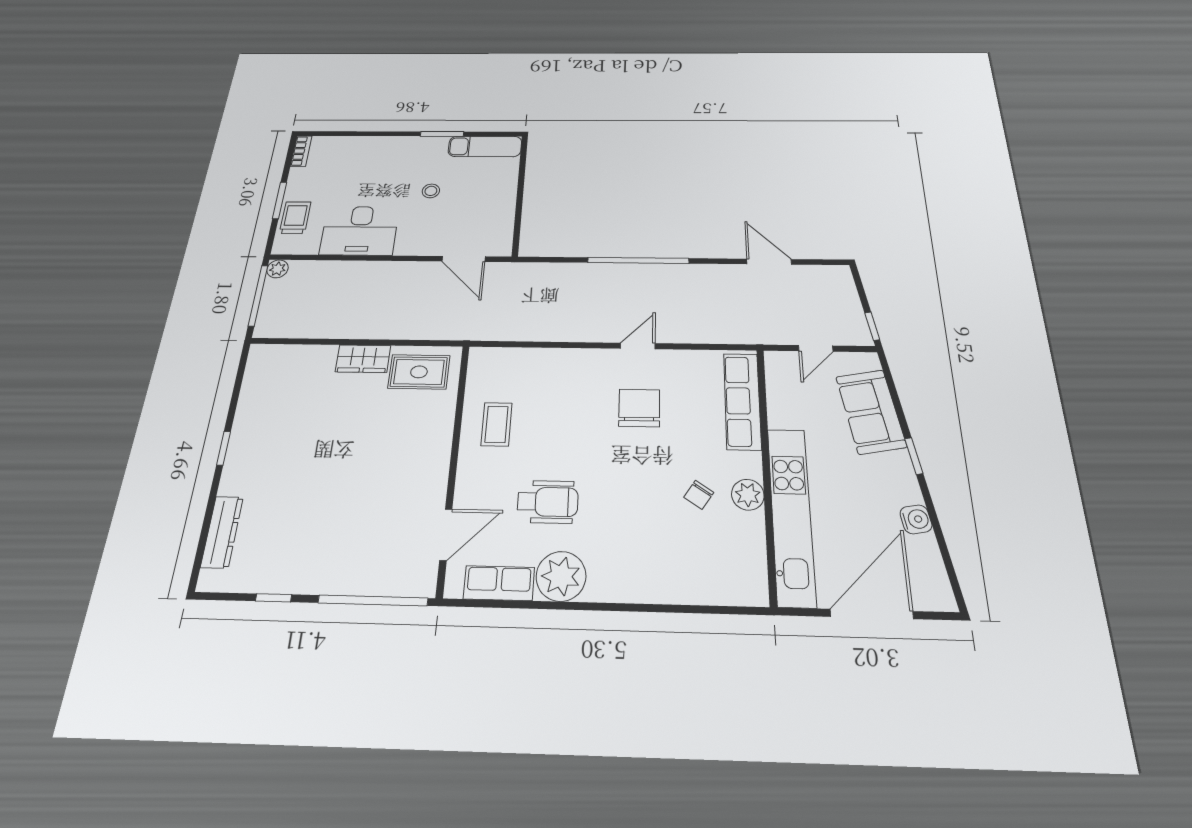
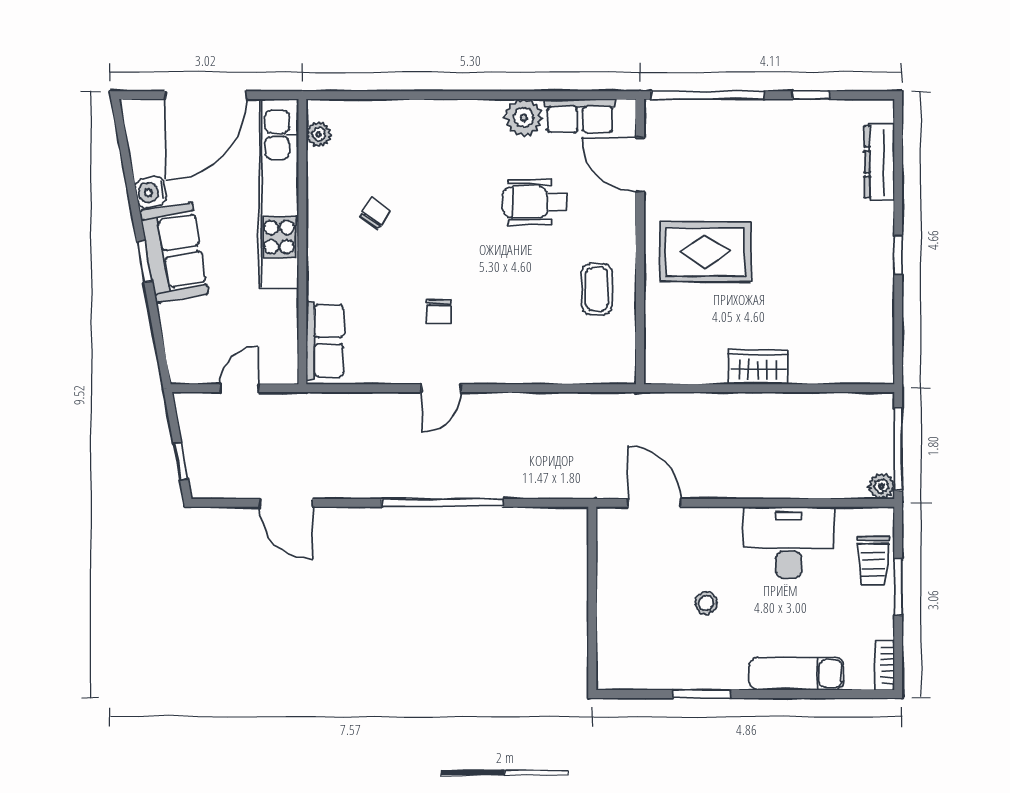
exam couch: (485, 146) -> (797, 674), moved
window: (872, 326) -> (181, 461), moved
rug: (419, 372) -> (705, 252), moved, width x1.36, depth x1.43
row of seats: (742, 401) -> (325, 341), width x0.68
chair: (639, 408) -> (439, 312), width x0.54, depth x0.54
sofa: (871, 412) -> (174, 252), moved
plant: (748, 495) -> (319, 134), moved, width x0.73, depth x0.73
door: (446, 535) -> (640, 165), hinge flipped
plant: (561, 576) -> (524, 118), width x0.73, depth x0.73

